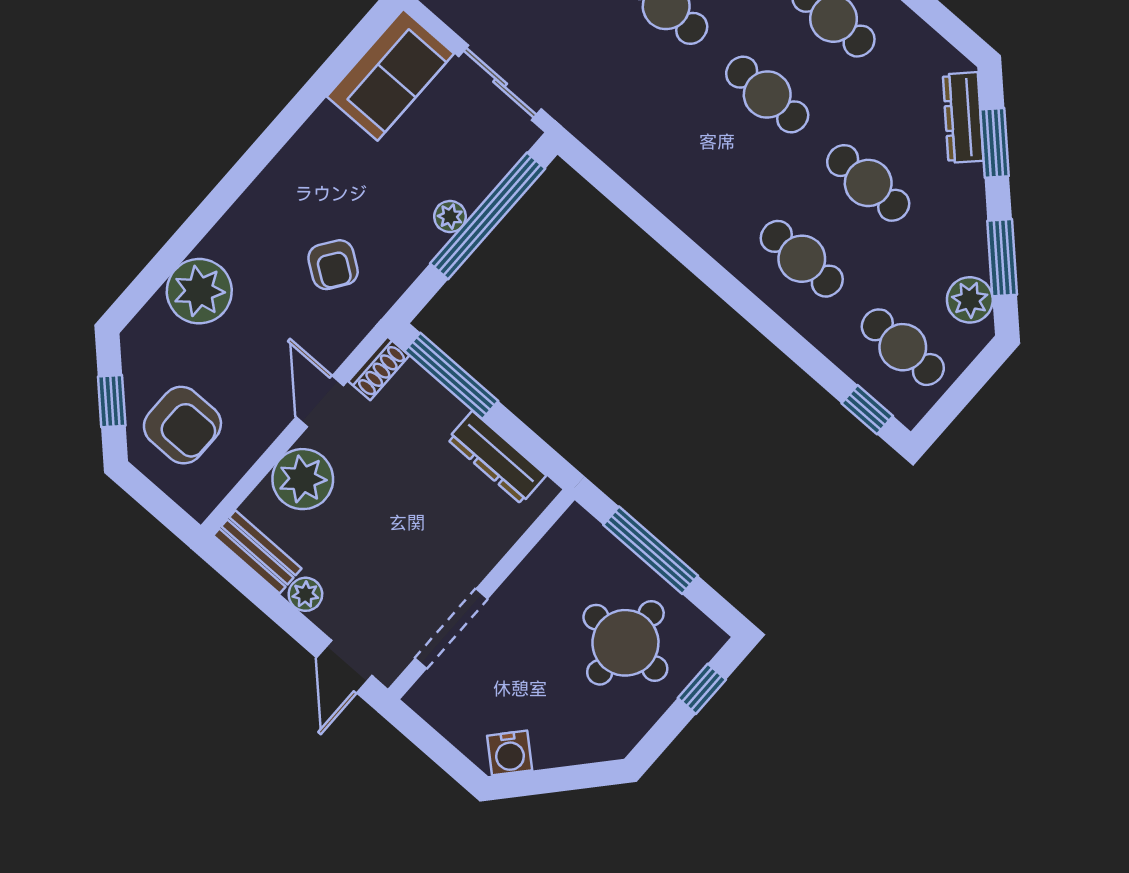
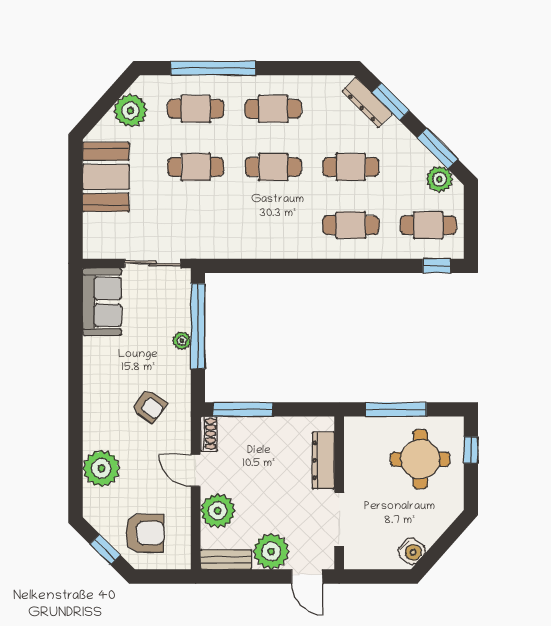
dresser: (497, 457) -> (323, 460), moved, turned 90
plant: (305, 594) -> (271, 551), width x1.87, depth x1.87

